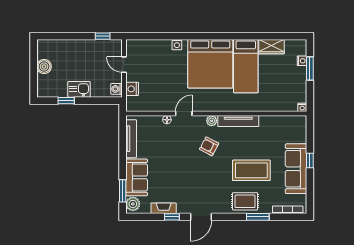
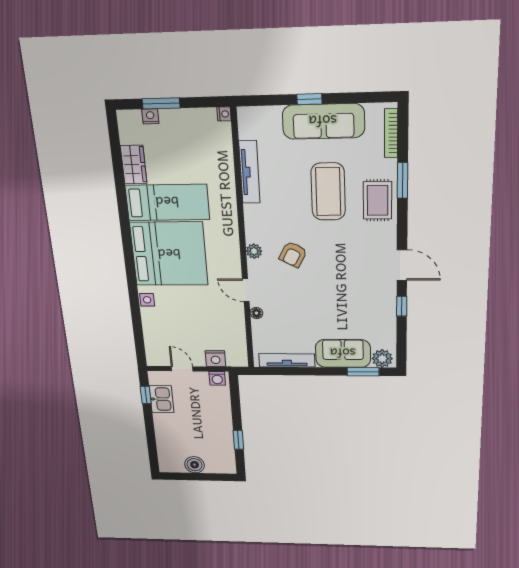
door: (124, 65) -> (182, 369), swing flipped
kitchen sink: (79, 89) -> (162, 399), moved, turned 180
tv unit: (238, 121) -> (249, 172), moved
fireplace: (164, 208) -> (389, 318), removed

